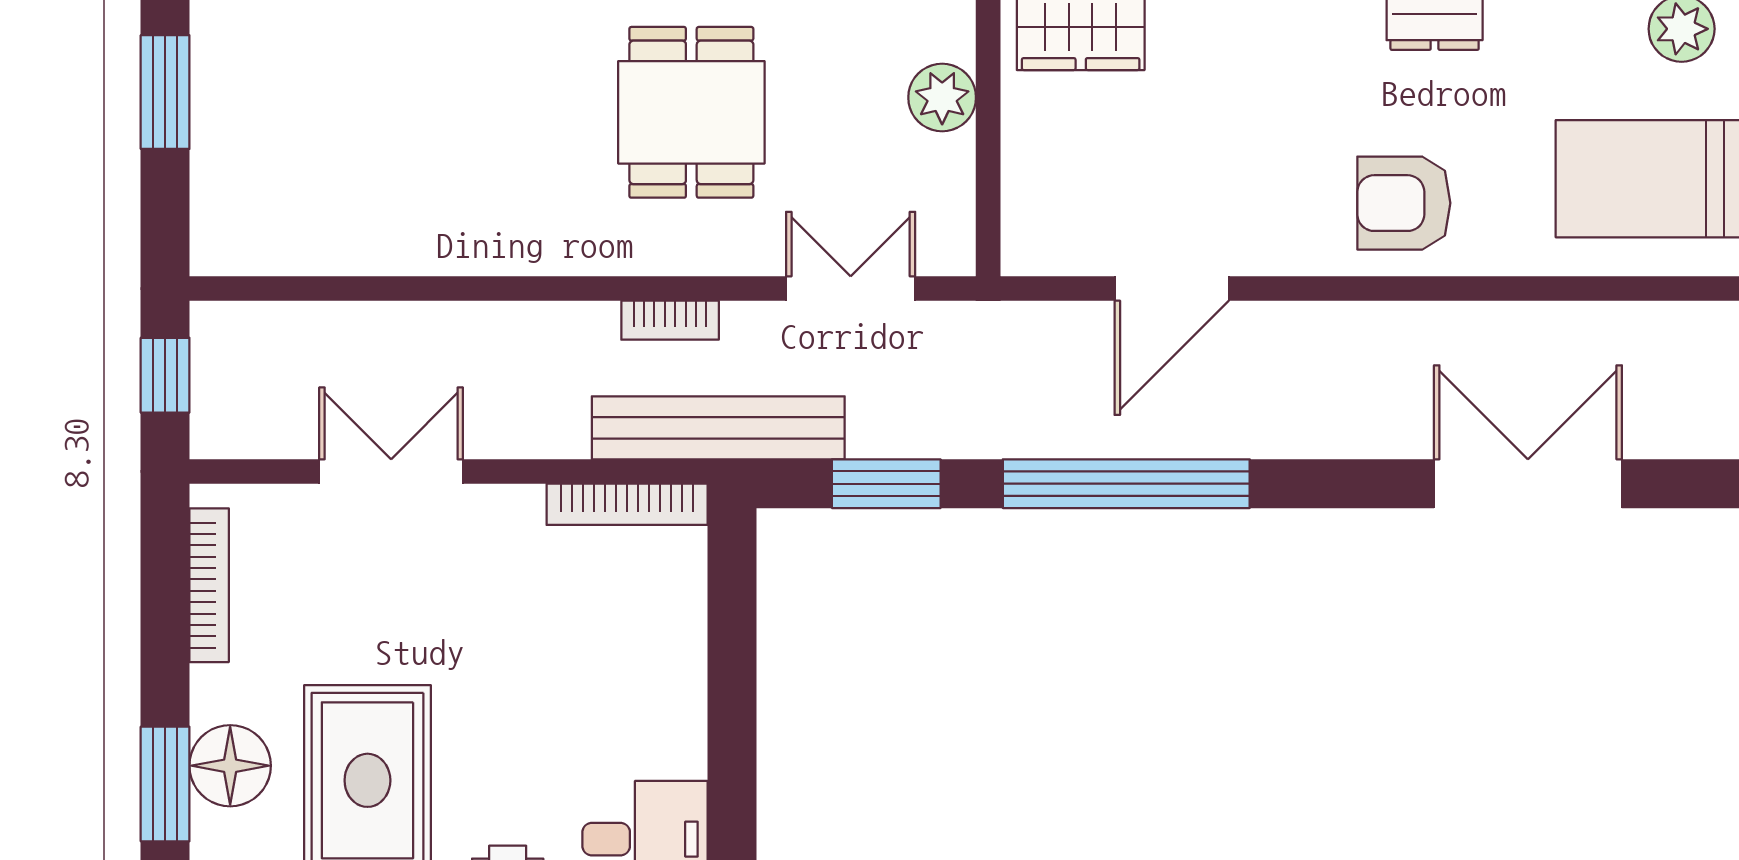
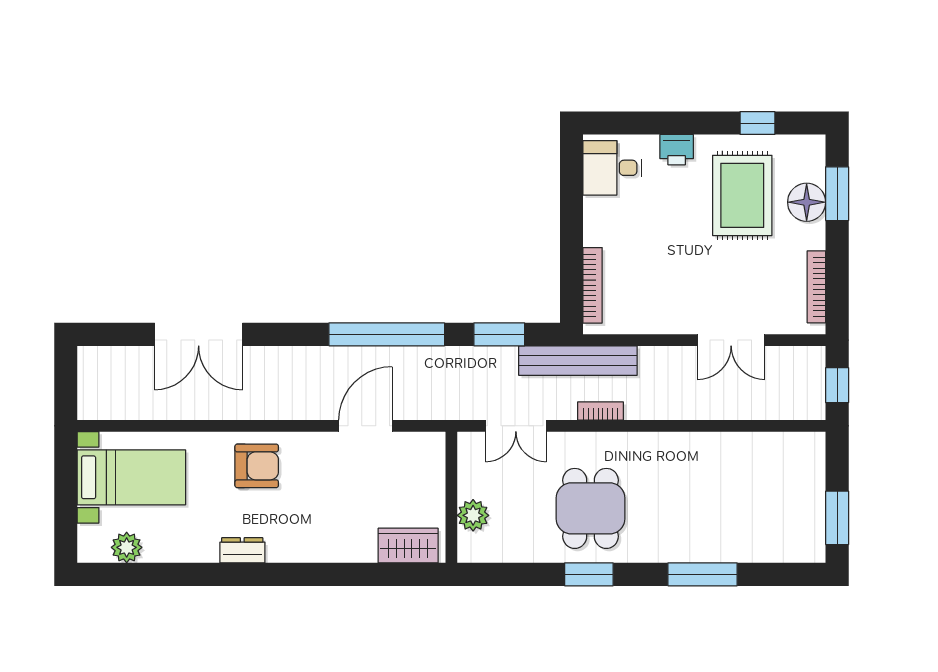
bookcase: (627, 504) -> (593, 285), moved, turned 90

